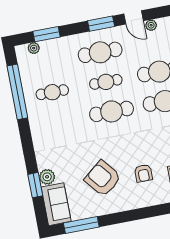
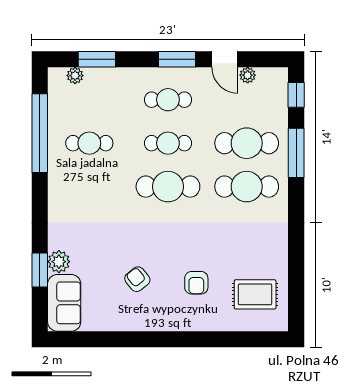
cafe table: (100, 52) -> (168, 100), width x0.73, depth x0.74
armchair: (103, 178) -> (137, 279), width x0.53, depth x0.53
window: (81, 225) -> (94, 339), removed

